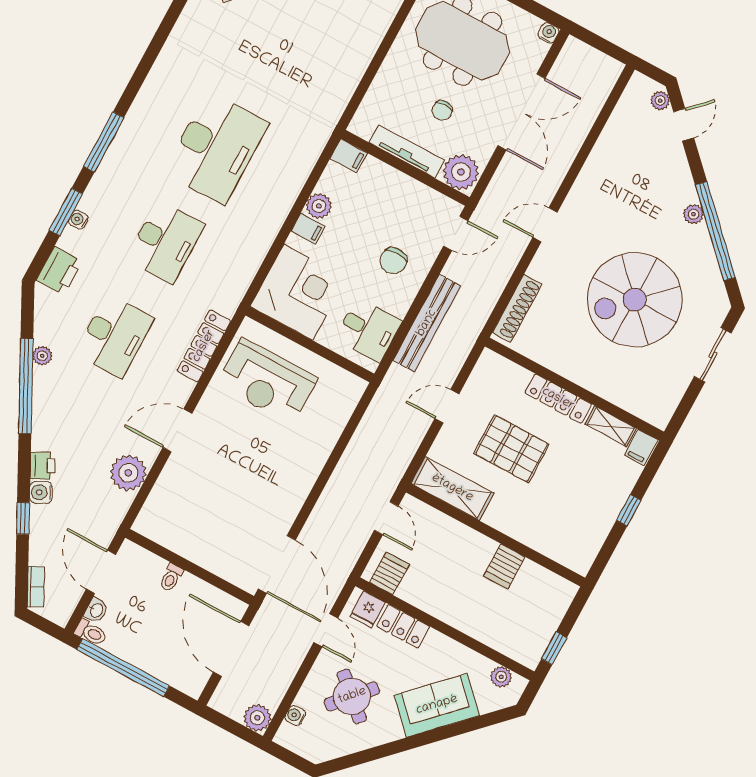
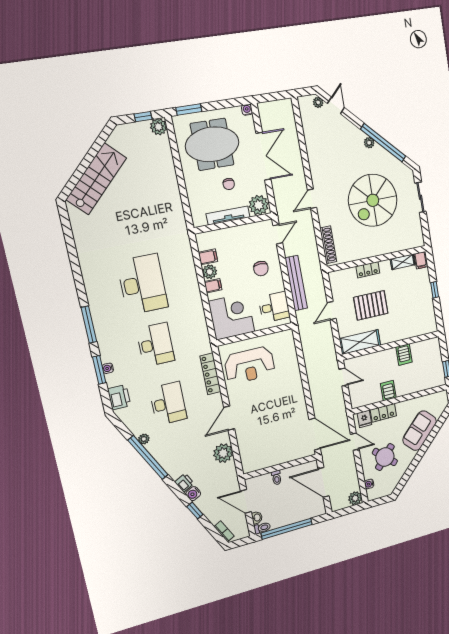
filing cabinet: (349, 156) -> (208, 257), moved
locker: (558, 399) -> (368, 270), width x0.66
server rack: (389, 573) -> (388, 390), moved
plant: (501, 677) -> (435, 398), removed

